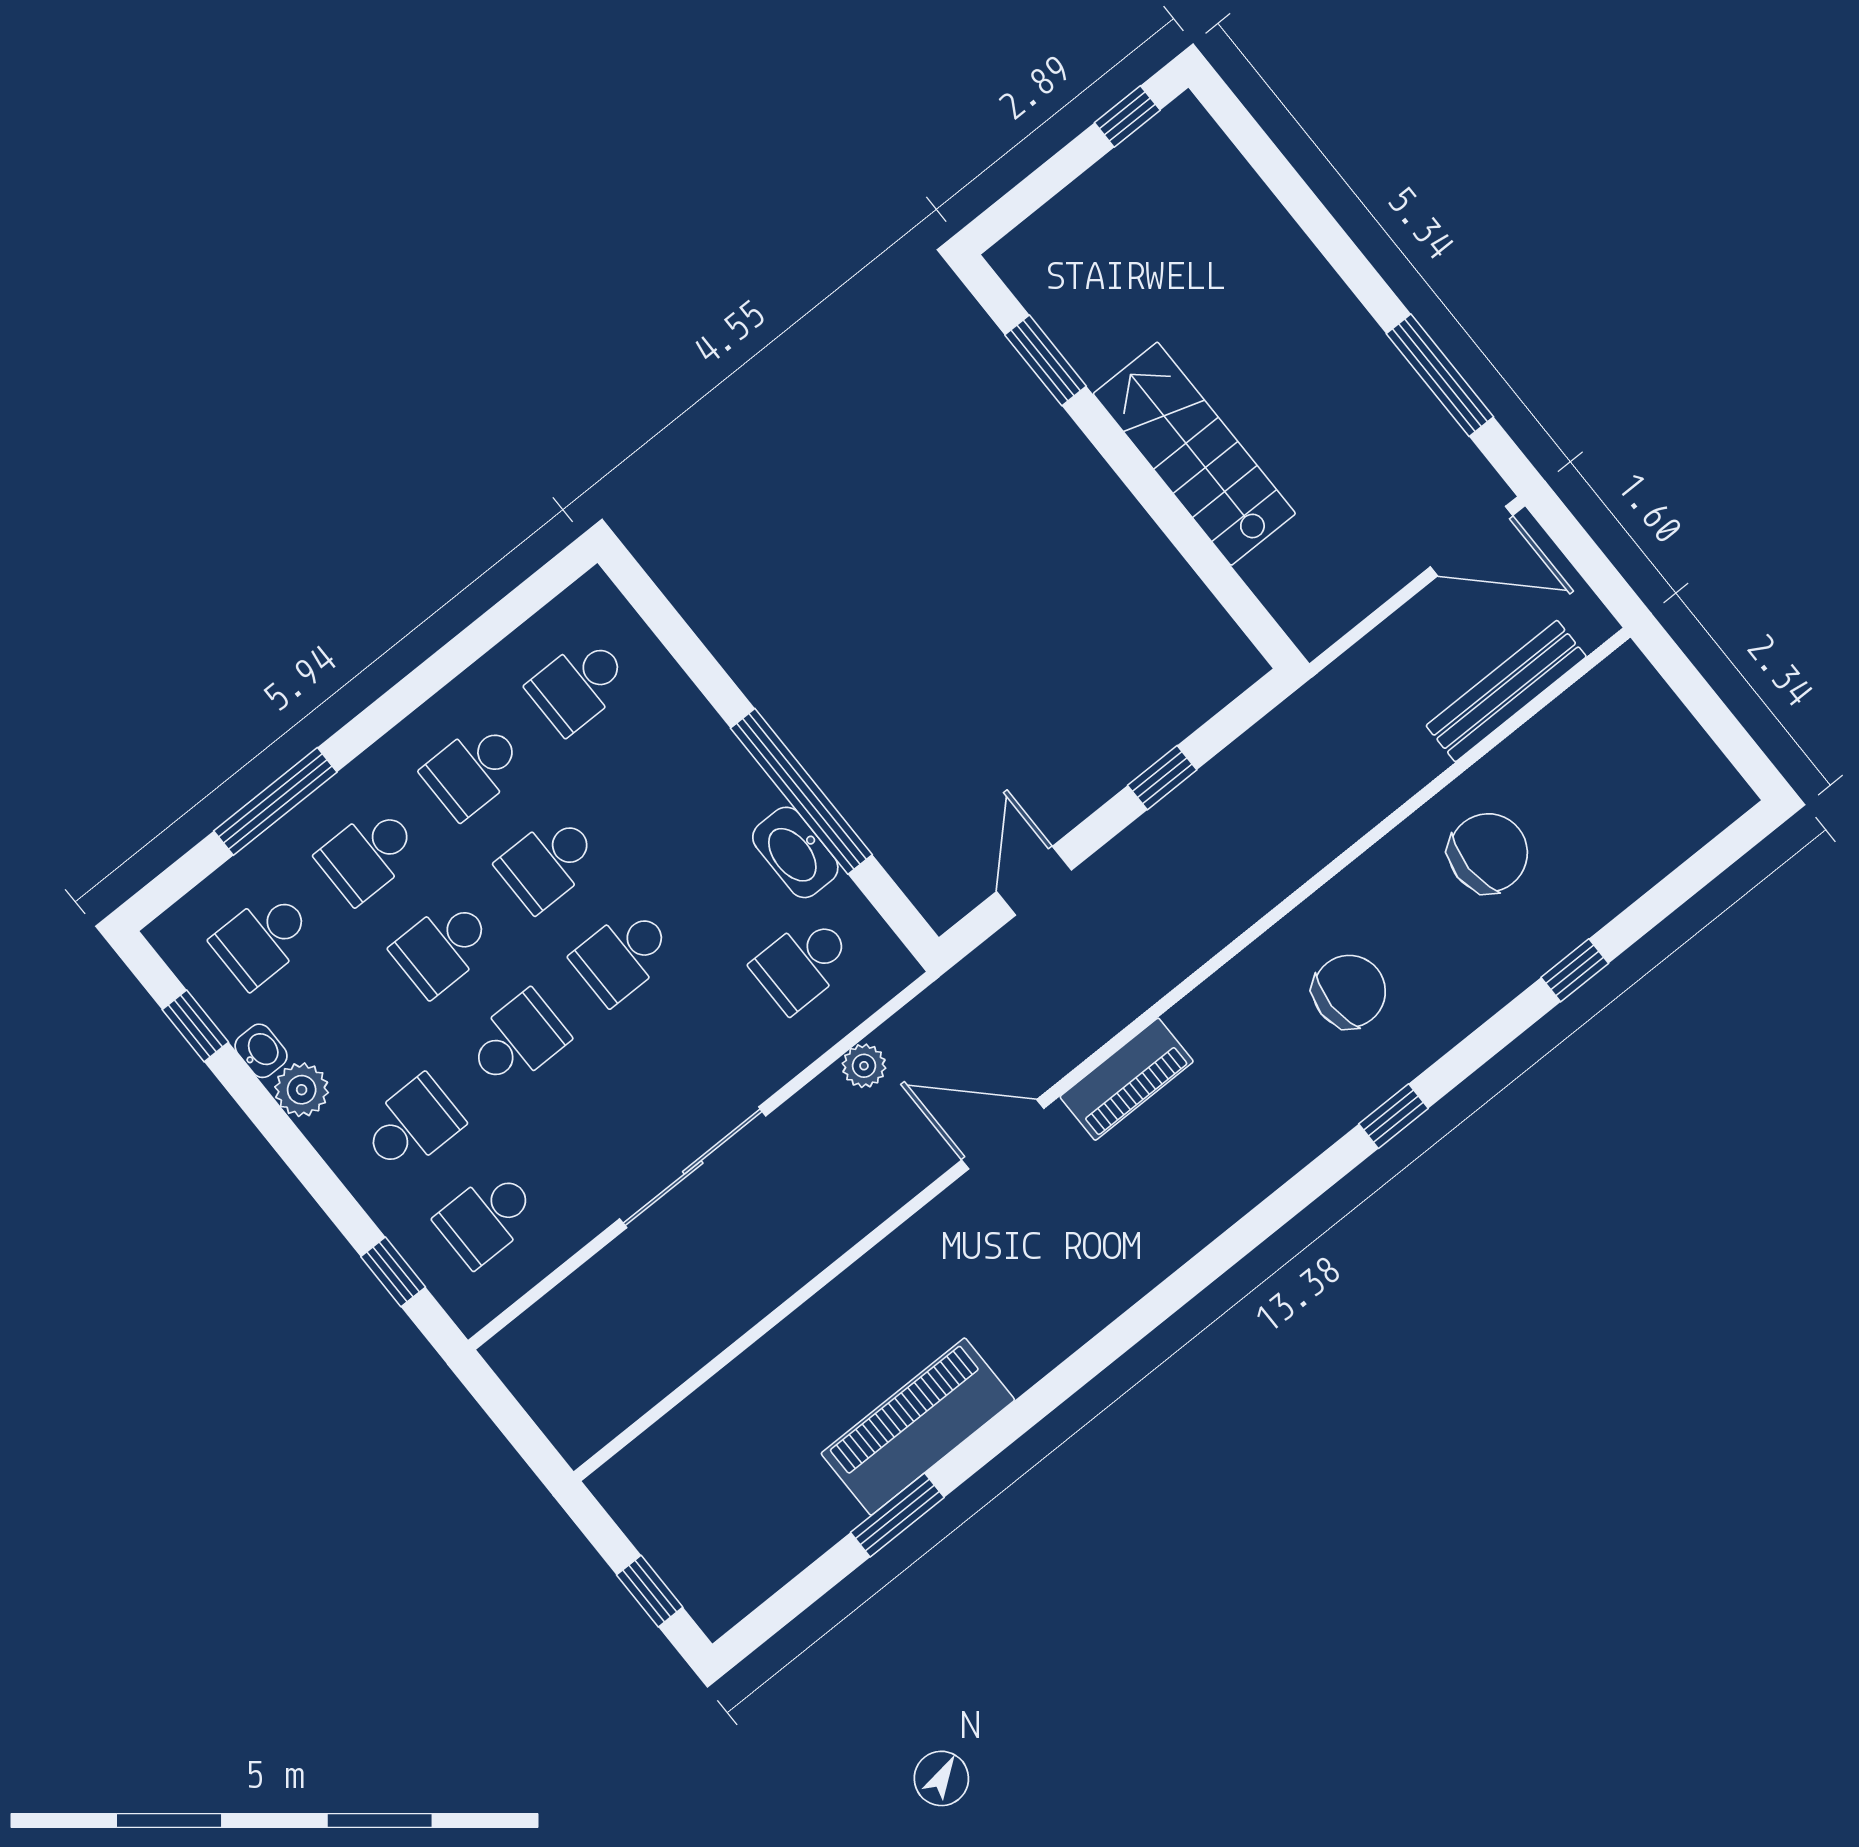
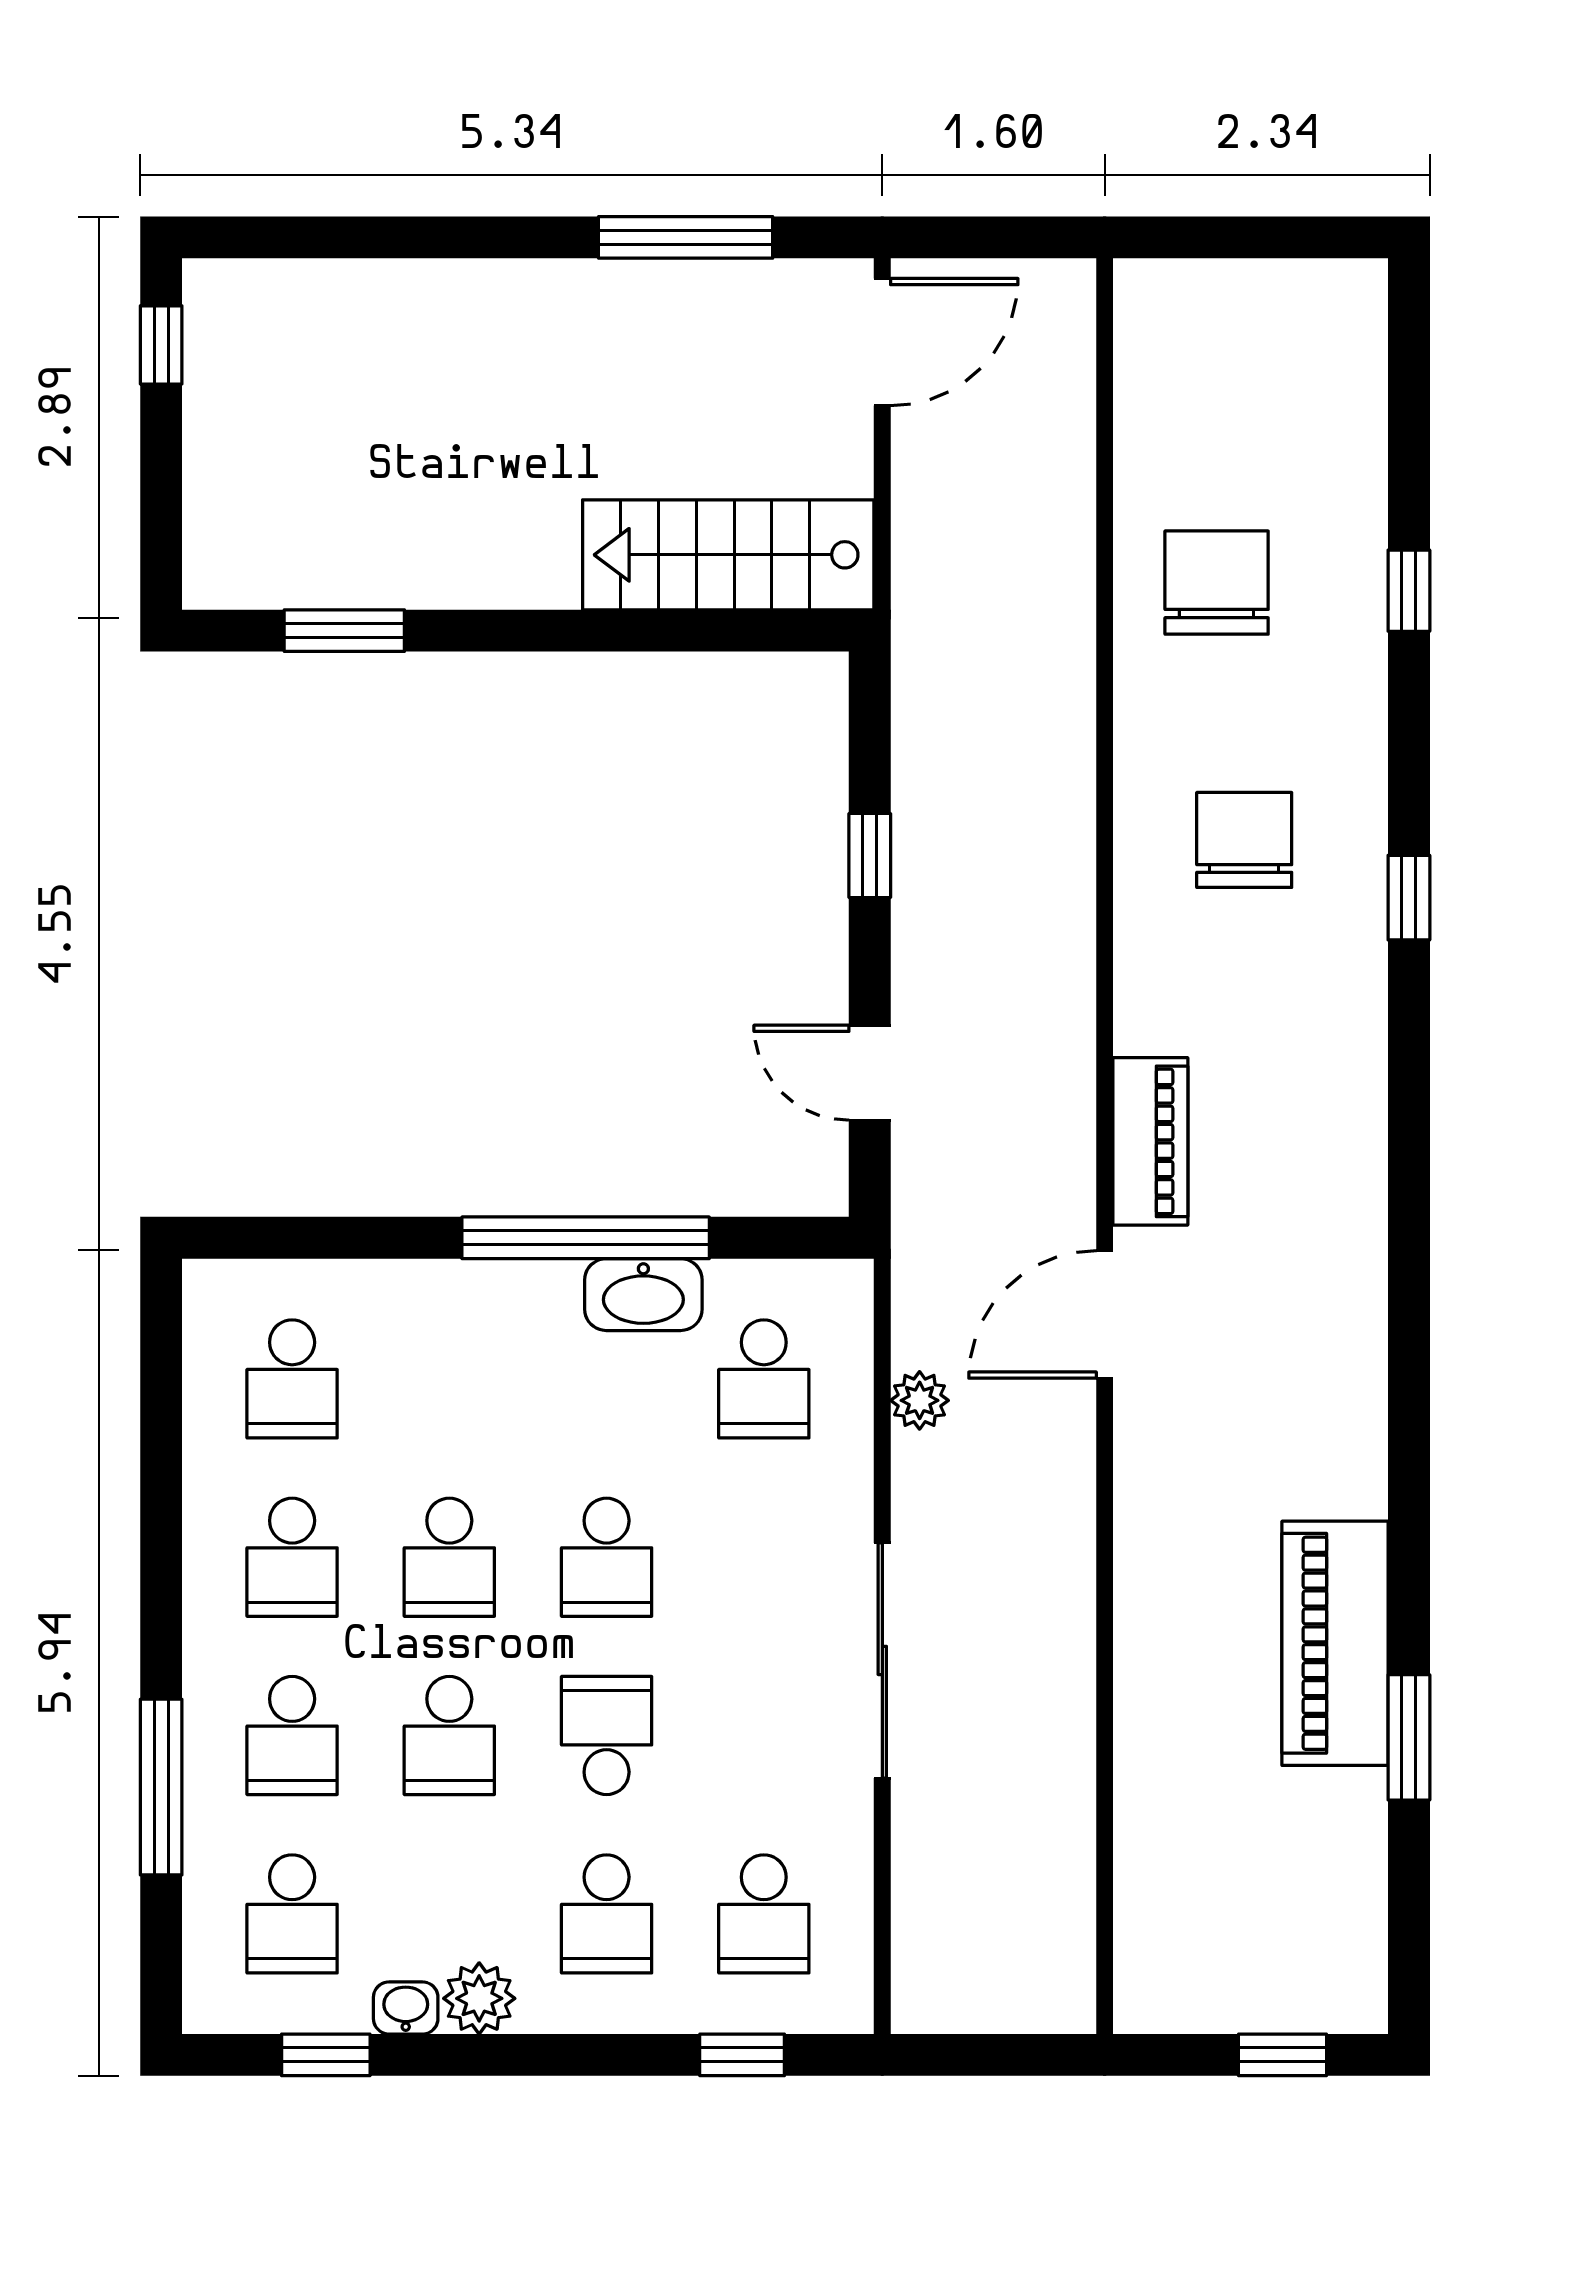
stairs: (1194, 454) -> (728, 555), moved
bench: (1506, 691) -> (1065, 430), removed
school desk: (412, 1125) -> (607, 1914), turned 180

